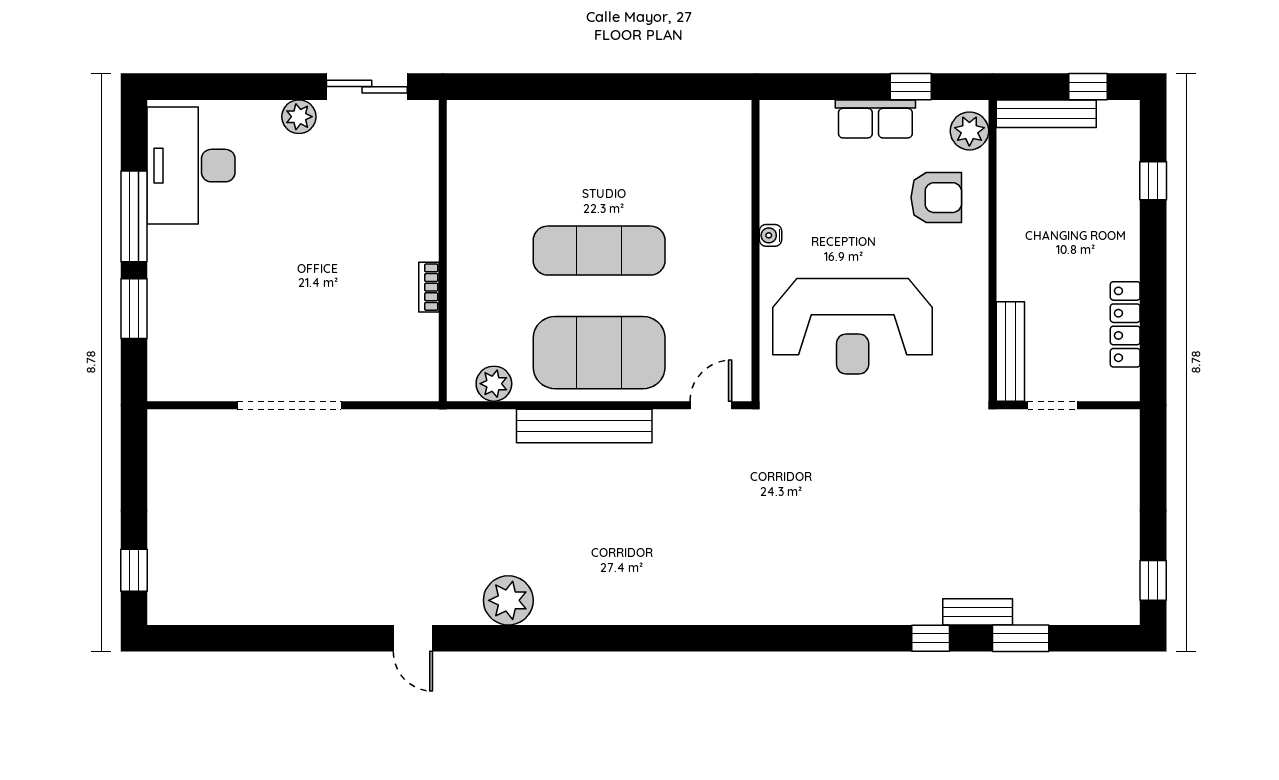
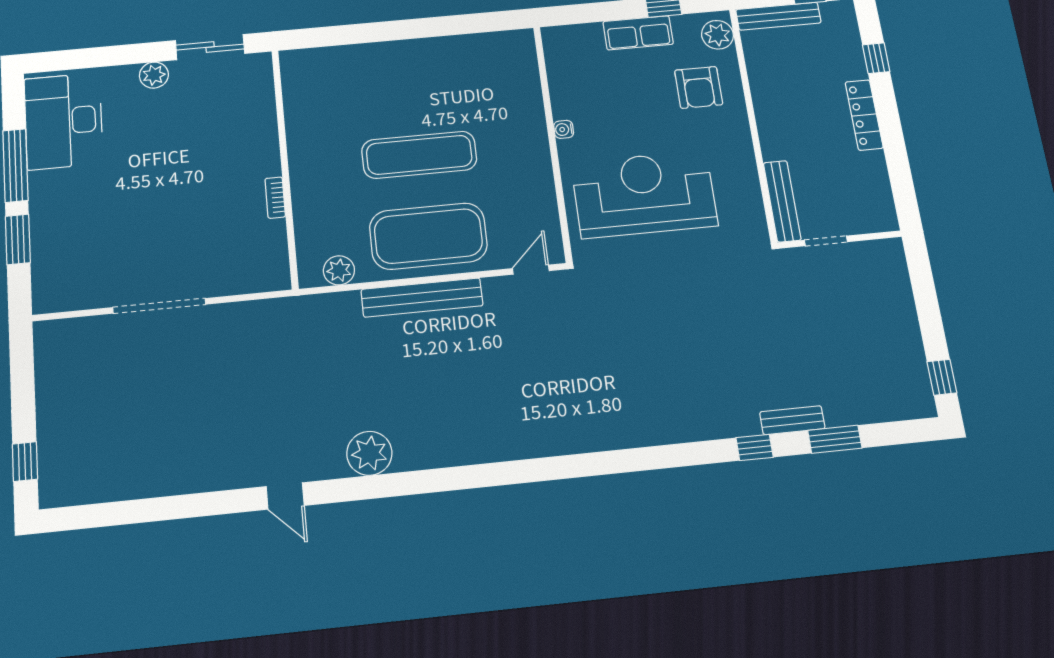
armchair: (936, 198) -> (699, 87), turned 90
locker: (1125, 324) -> (864, 115), moved
reception desk: (853, 326) -> (644, 194), turned 180

